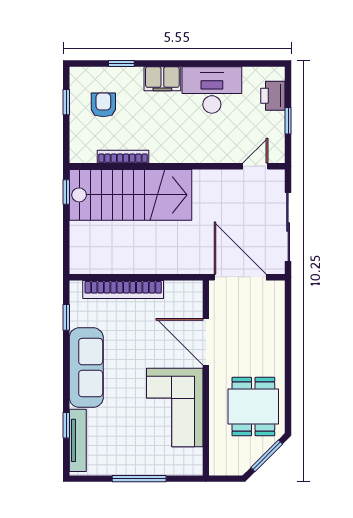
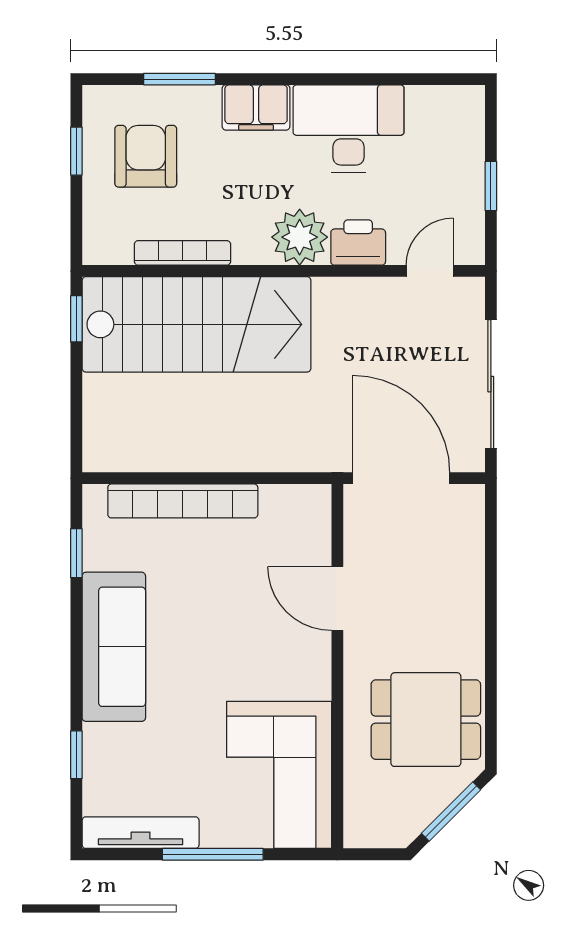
window: (121, 64) -> (179, 79), width x1.50
printer: (273, 96) -> (358, 243), moved, turned 90
armchair: (103, 105) -> (146, 156), width x1.38, depth x1.38
plant: (186, 148) -> (300, 237), added
door: (206, 342) -> (337, 599), width x0.73
dining table: (253, 407) -> (426, 720), turned 90
corner sofa: (175, 408) -> (279, 775), moved
tv unit: (78, 440) -> (141, 833), moved, turned -90

